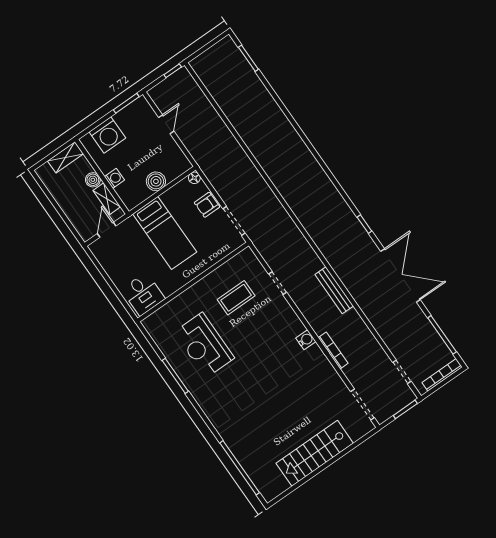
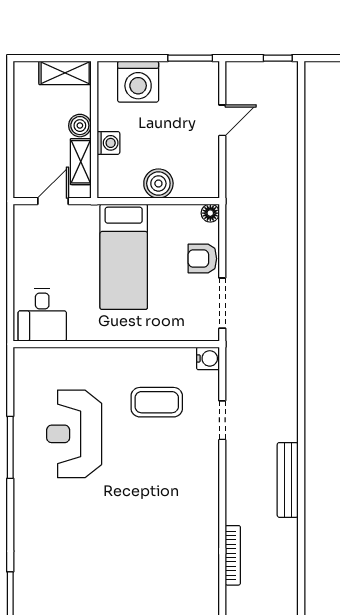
water cooler: (306, 340) -> (208, 358), moved

